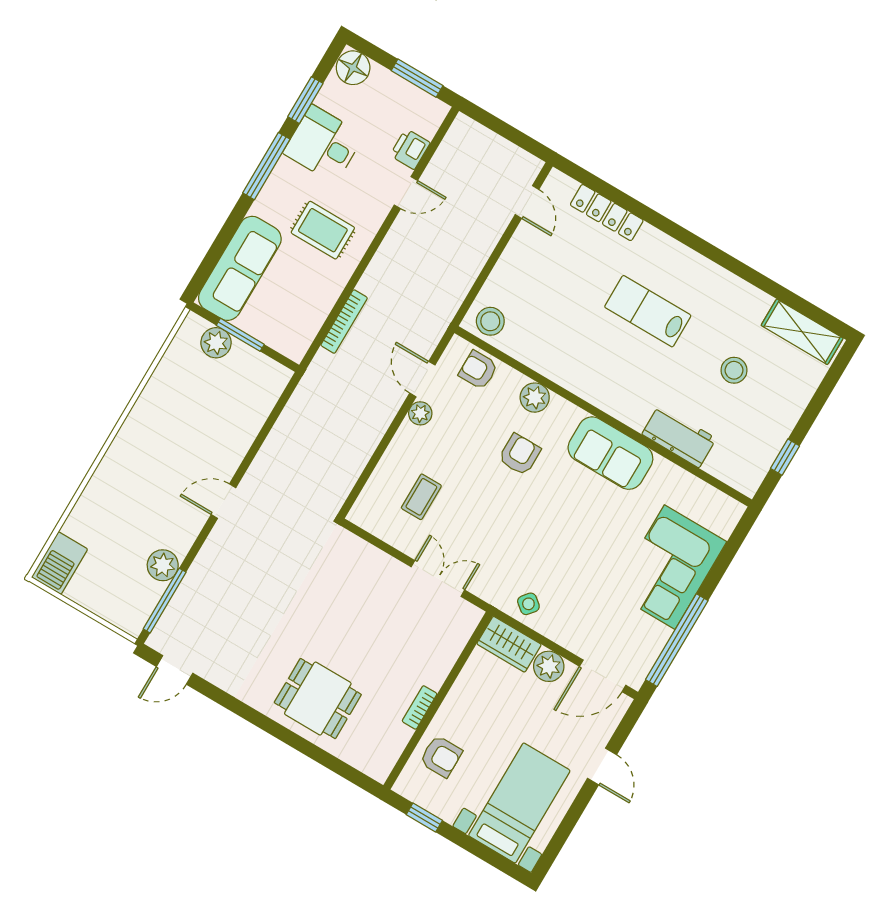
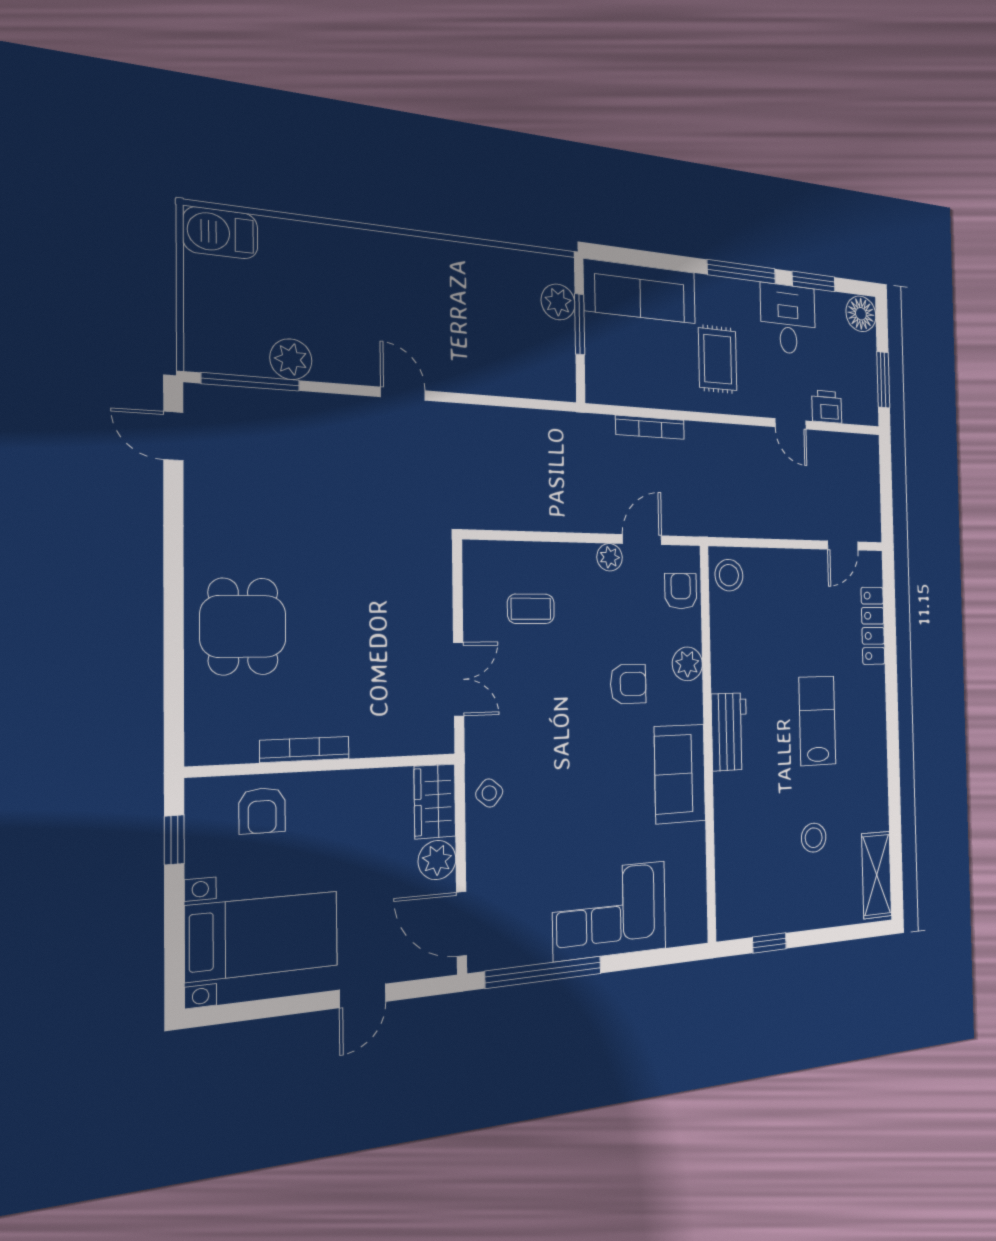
workbench: (679, 436) -> (729, 732), moved
bookcase: (420, 707) -> (305, 750), width x1.56

